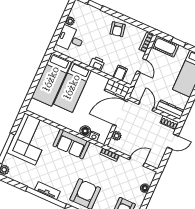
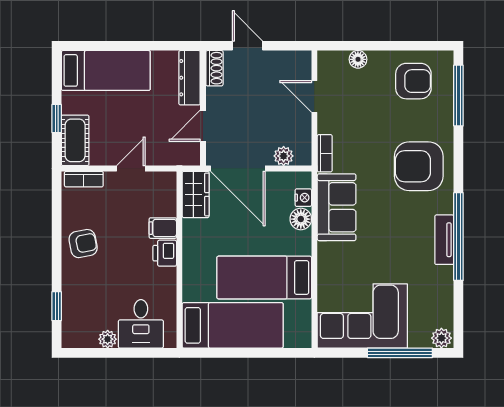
filing cabinet: (120, 73) -> (163, 228), moved
bed: (72, 87) -> (264, 278), moved, turned 180
sofa: (72, 144) -> (337, 207), moved

